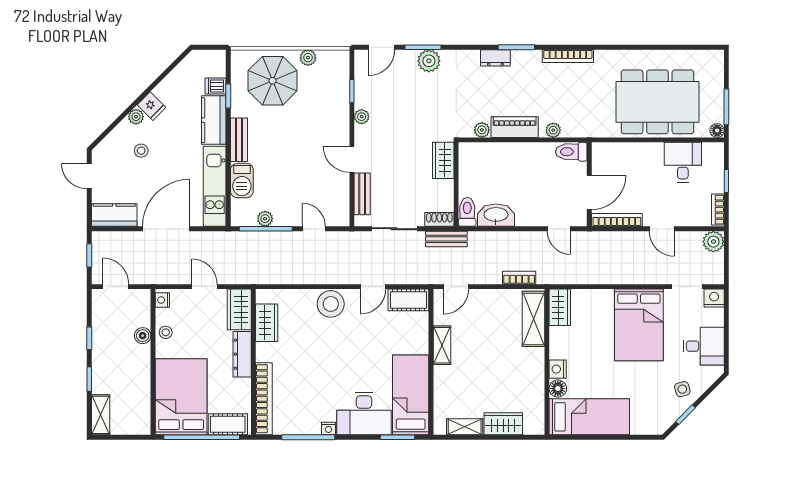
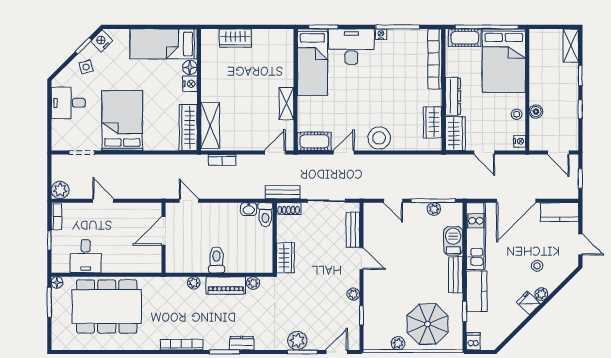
dishwasher: (216, 86) -> (473, 341), moved, turned -90
toilet: (571, 152) -> (216, 260), moved, turned -90
washbasin: (496, 215) -> (249, 209), width x0.52, depth x0.69
bookcase: (617, 220) -> (141, 208), removed
nightstand: (714, 298) -> (102, 41), moved, turned 135
wardrobe: (560, 307) -> (188, 128), width x1.50
shelving: (465, 427) -> (267, 36), removed

